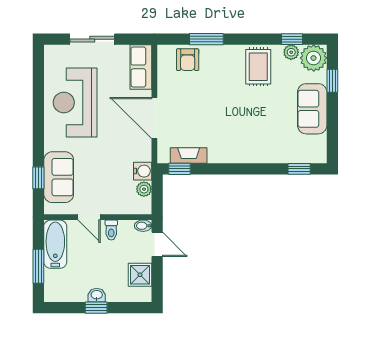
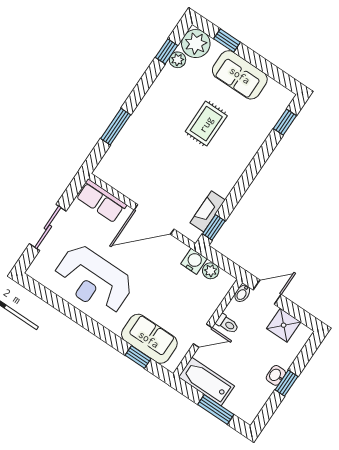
armchair: (188, 60) -> (123, 155), removed
rug: (258, 67) -> (206, 124), moved, turned 90

